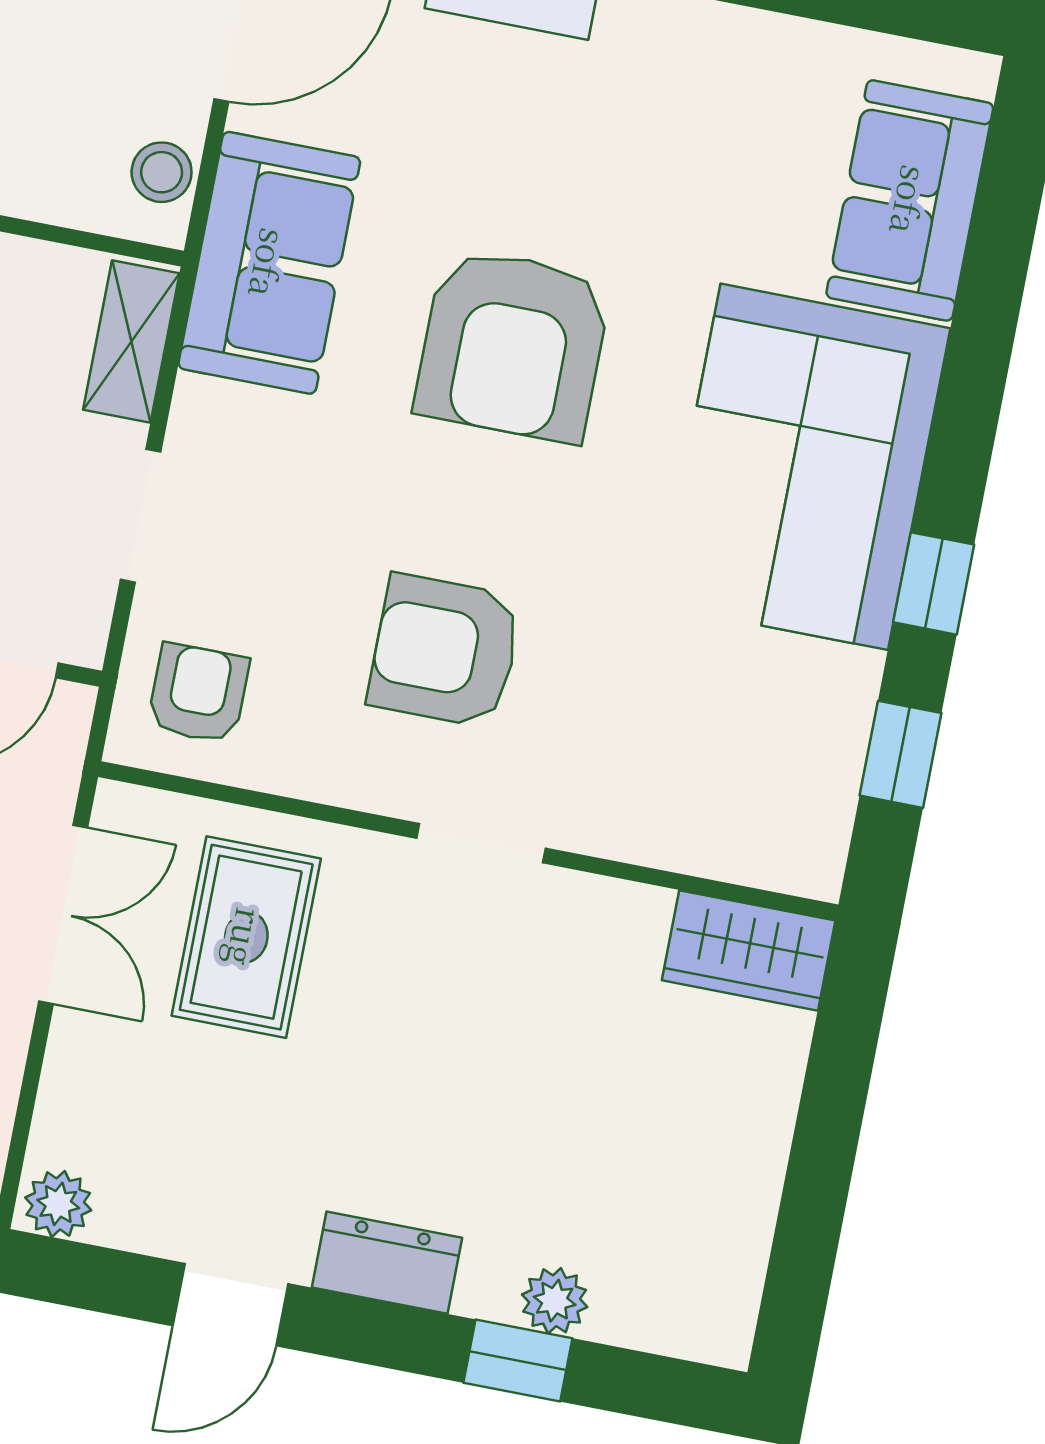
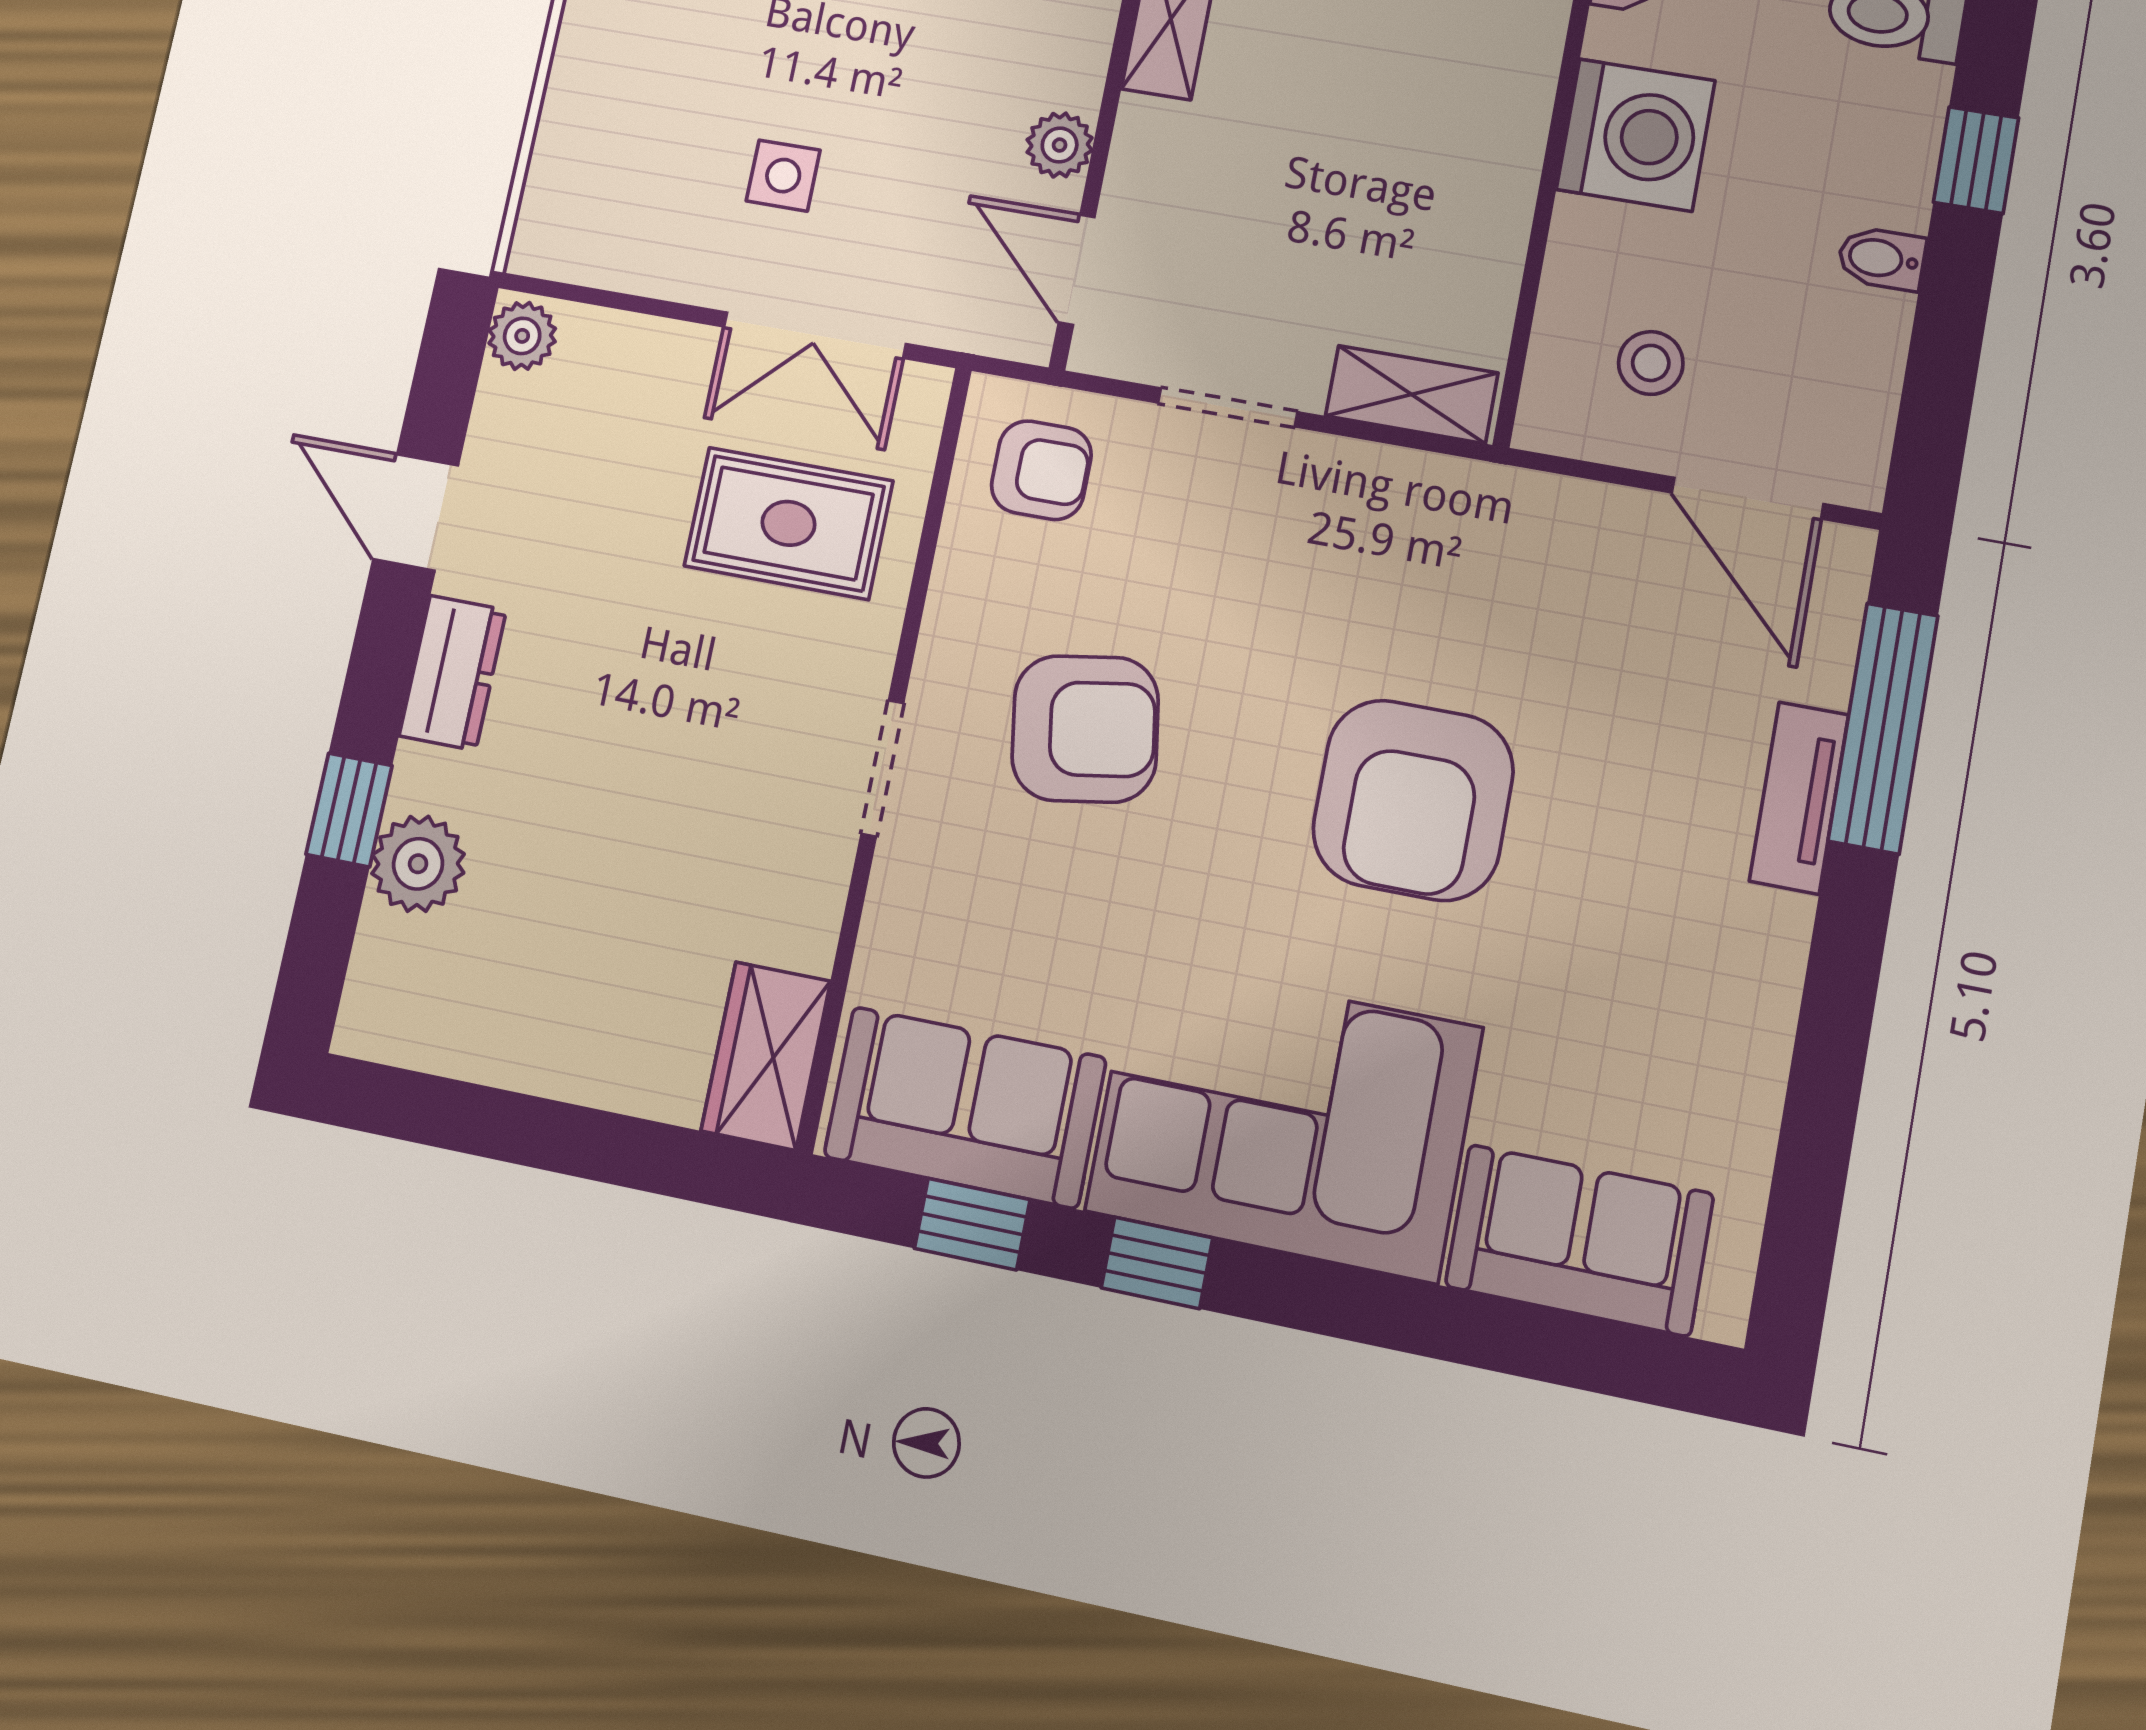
stool: (162, 172) -> (1651, 363), moved
sofa: (269, 263) -> (965, 1107), moved, turned 180
armchair: (513, 345) -> (1413, 800), turned -90
armchair: (445, 651) -> (1085, 729), turned 81
plant: (555, 1301) -> (418, 864), width x1.38, depth x1.38

